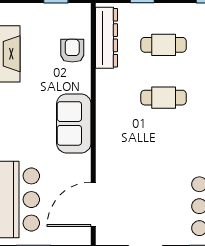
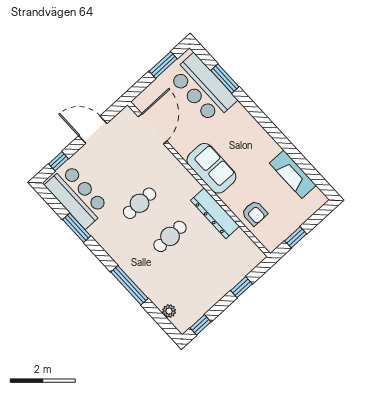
dresser: (106, 38) -> (215, 213), moved
cafe table: (164, 45) -> (140, 203), moved

